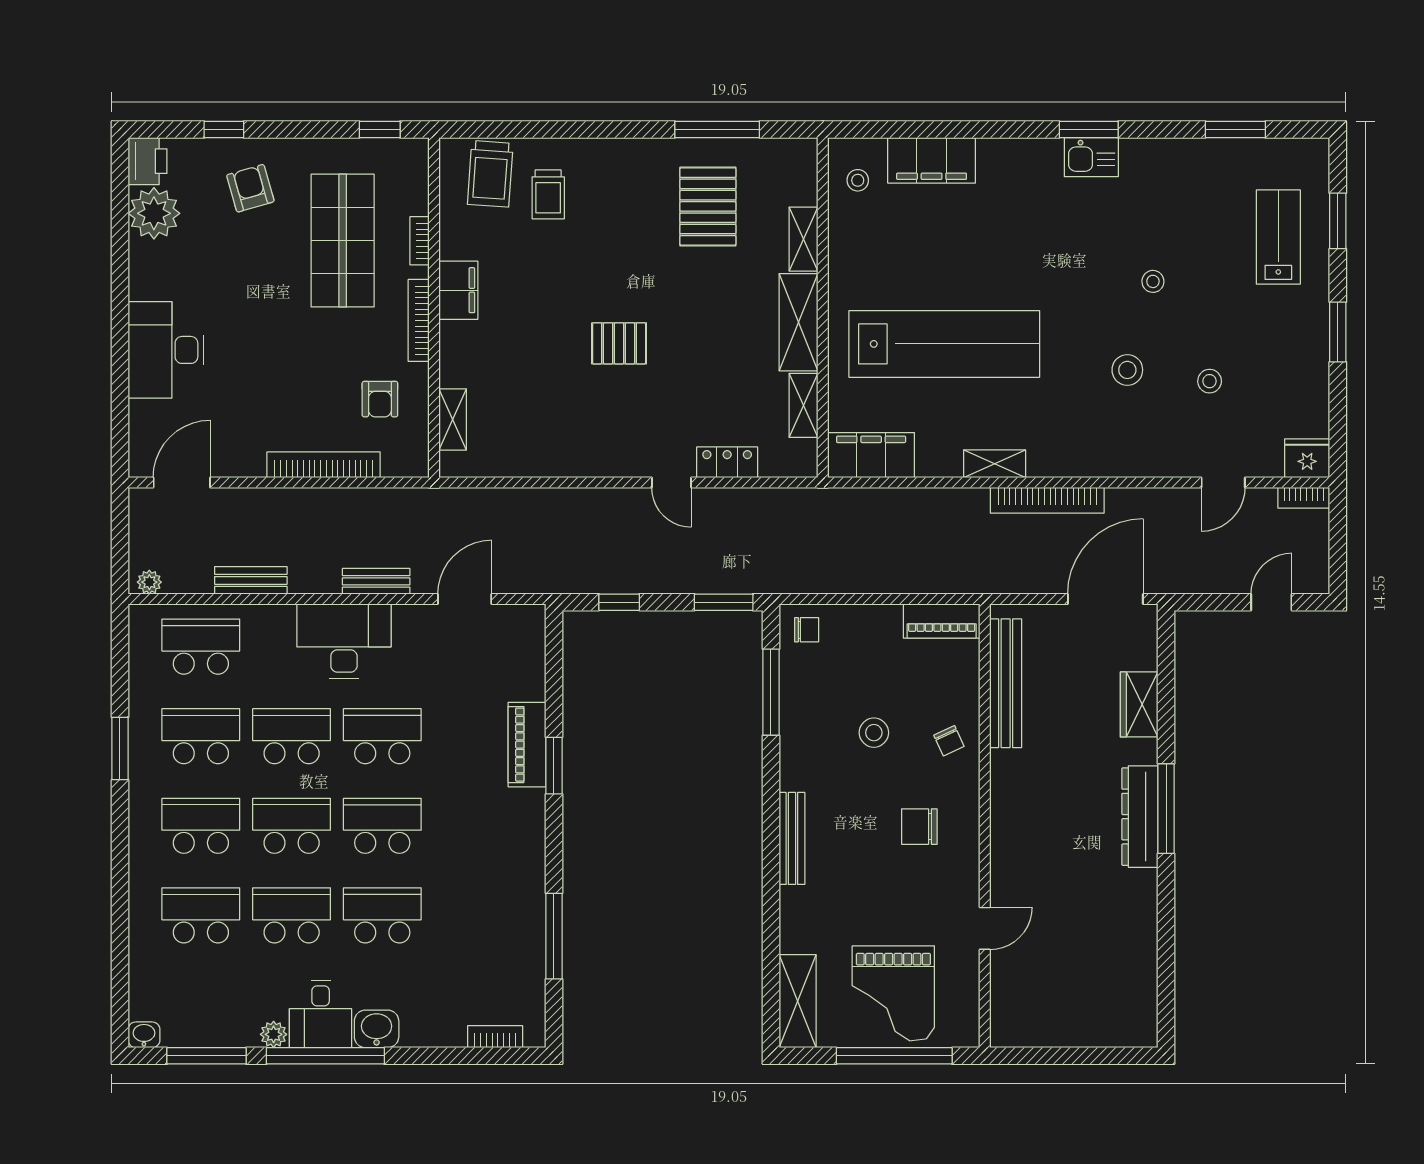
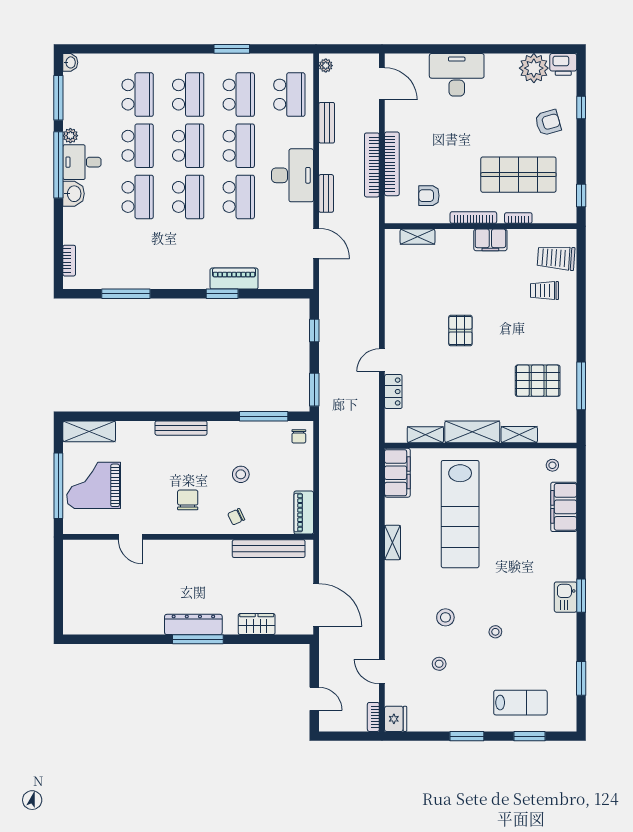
bookcase: (1047, 500) -> (372, 165), moved

